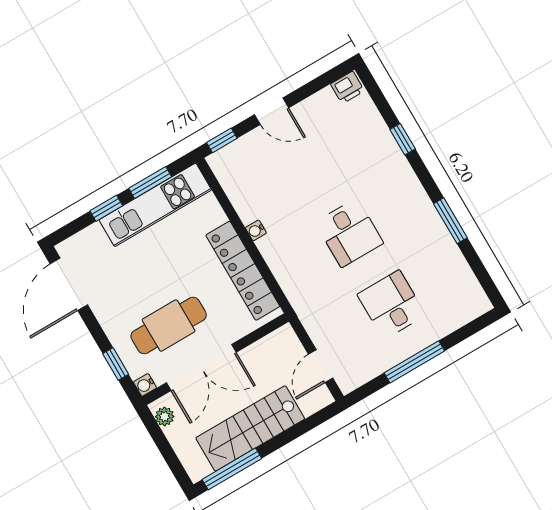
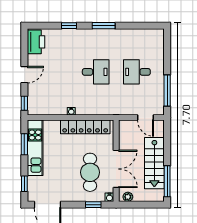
printer: (347, 87) -> (36, 42), width x1.87, depth x1.48
window: (106, 208) -> (24, 184), moved
window: (450, 221) -> (104, 26), moved
window: (414, 362) -> (167, 90), moved

